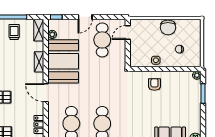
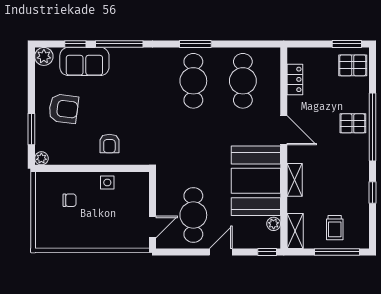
chair: (168, 27) -> (88, 235), removed
armchair: (183, 106) -> (64, 109), added

